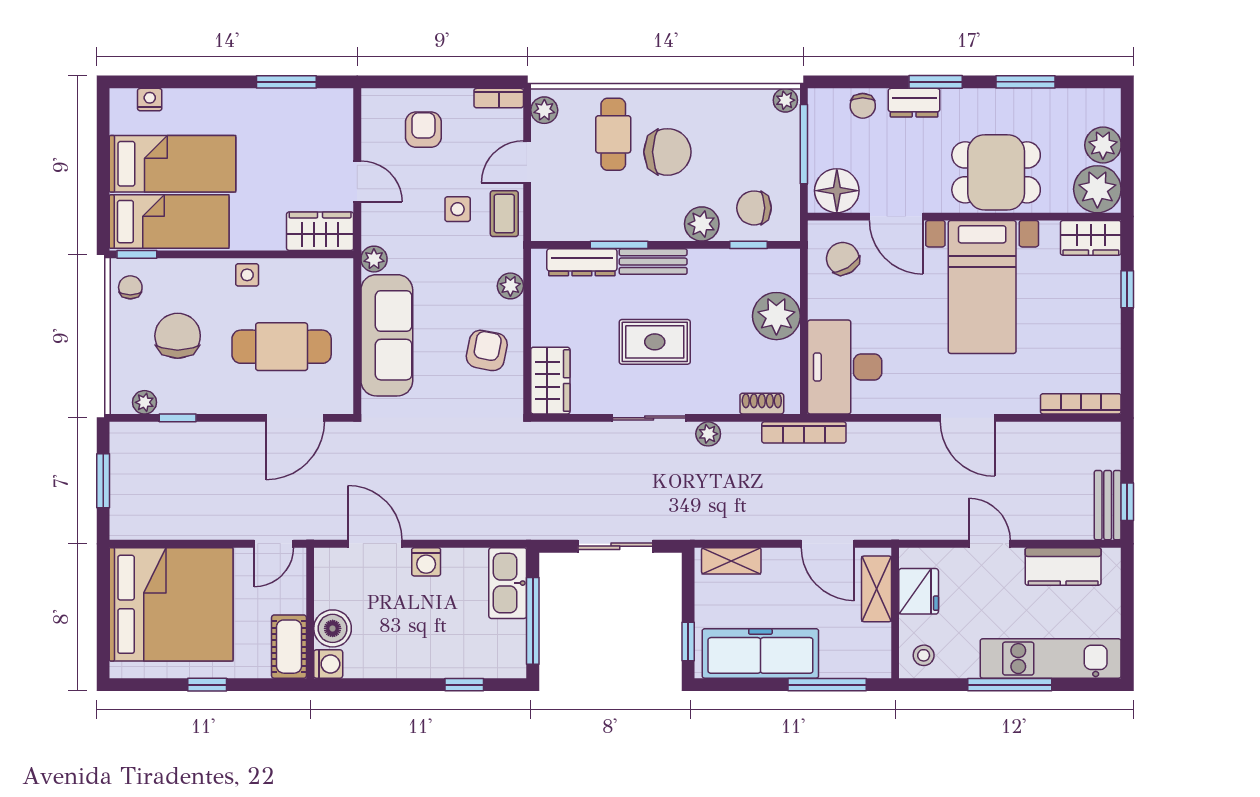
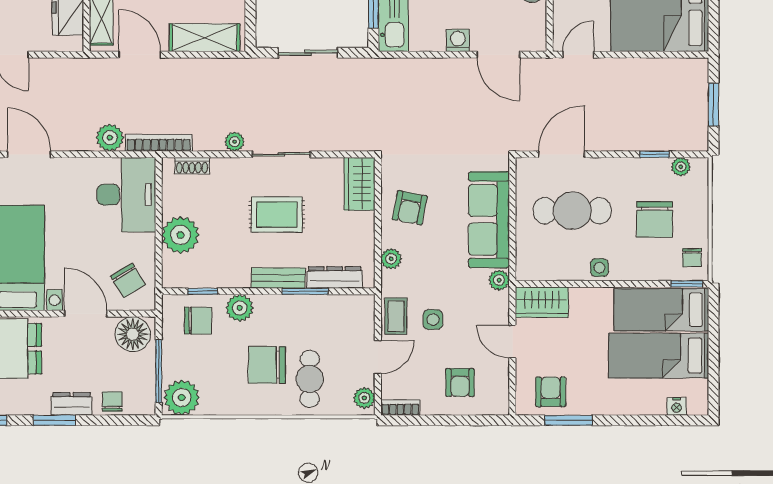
plant: (785, 100) -> (182, 397), width x1.88, depth x1.88
armchair: (309, 118) -> (551, 392), added
plant: (866, 439) -> (110, 138), added
shelving: (731, 561) -> (204, 38), width x1.50, depth x1.33

